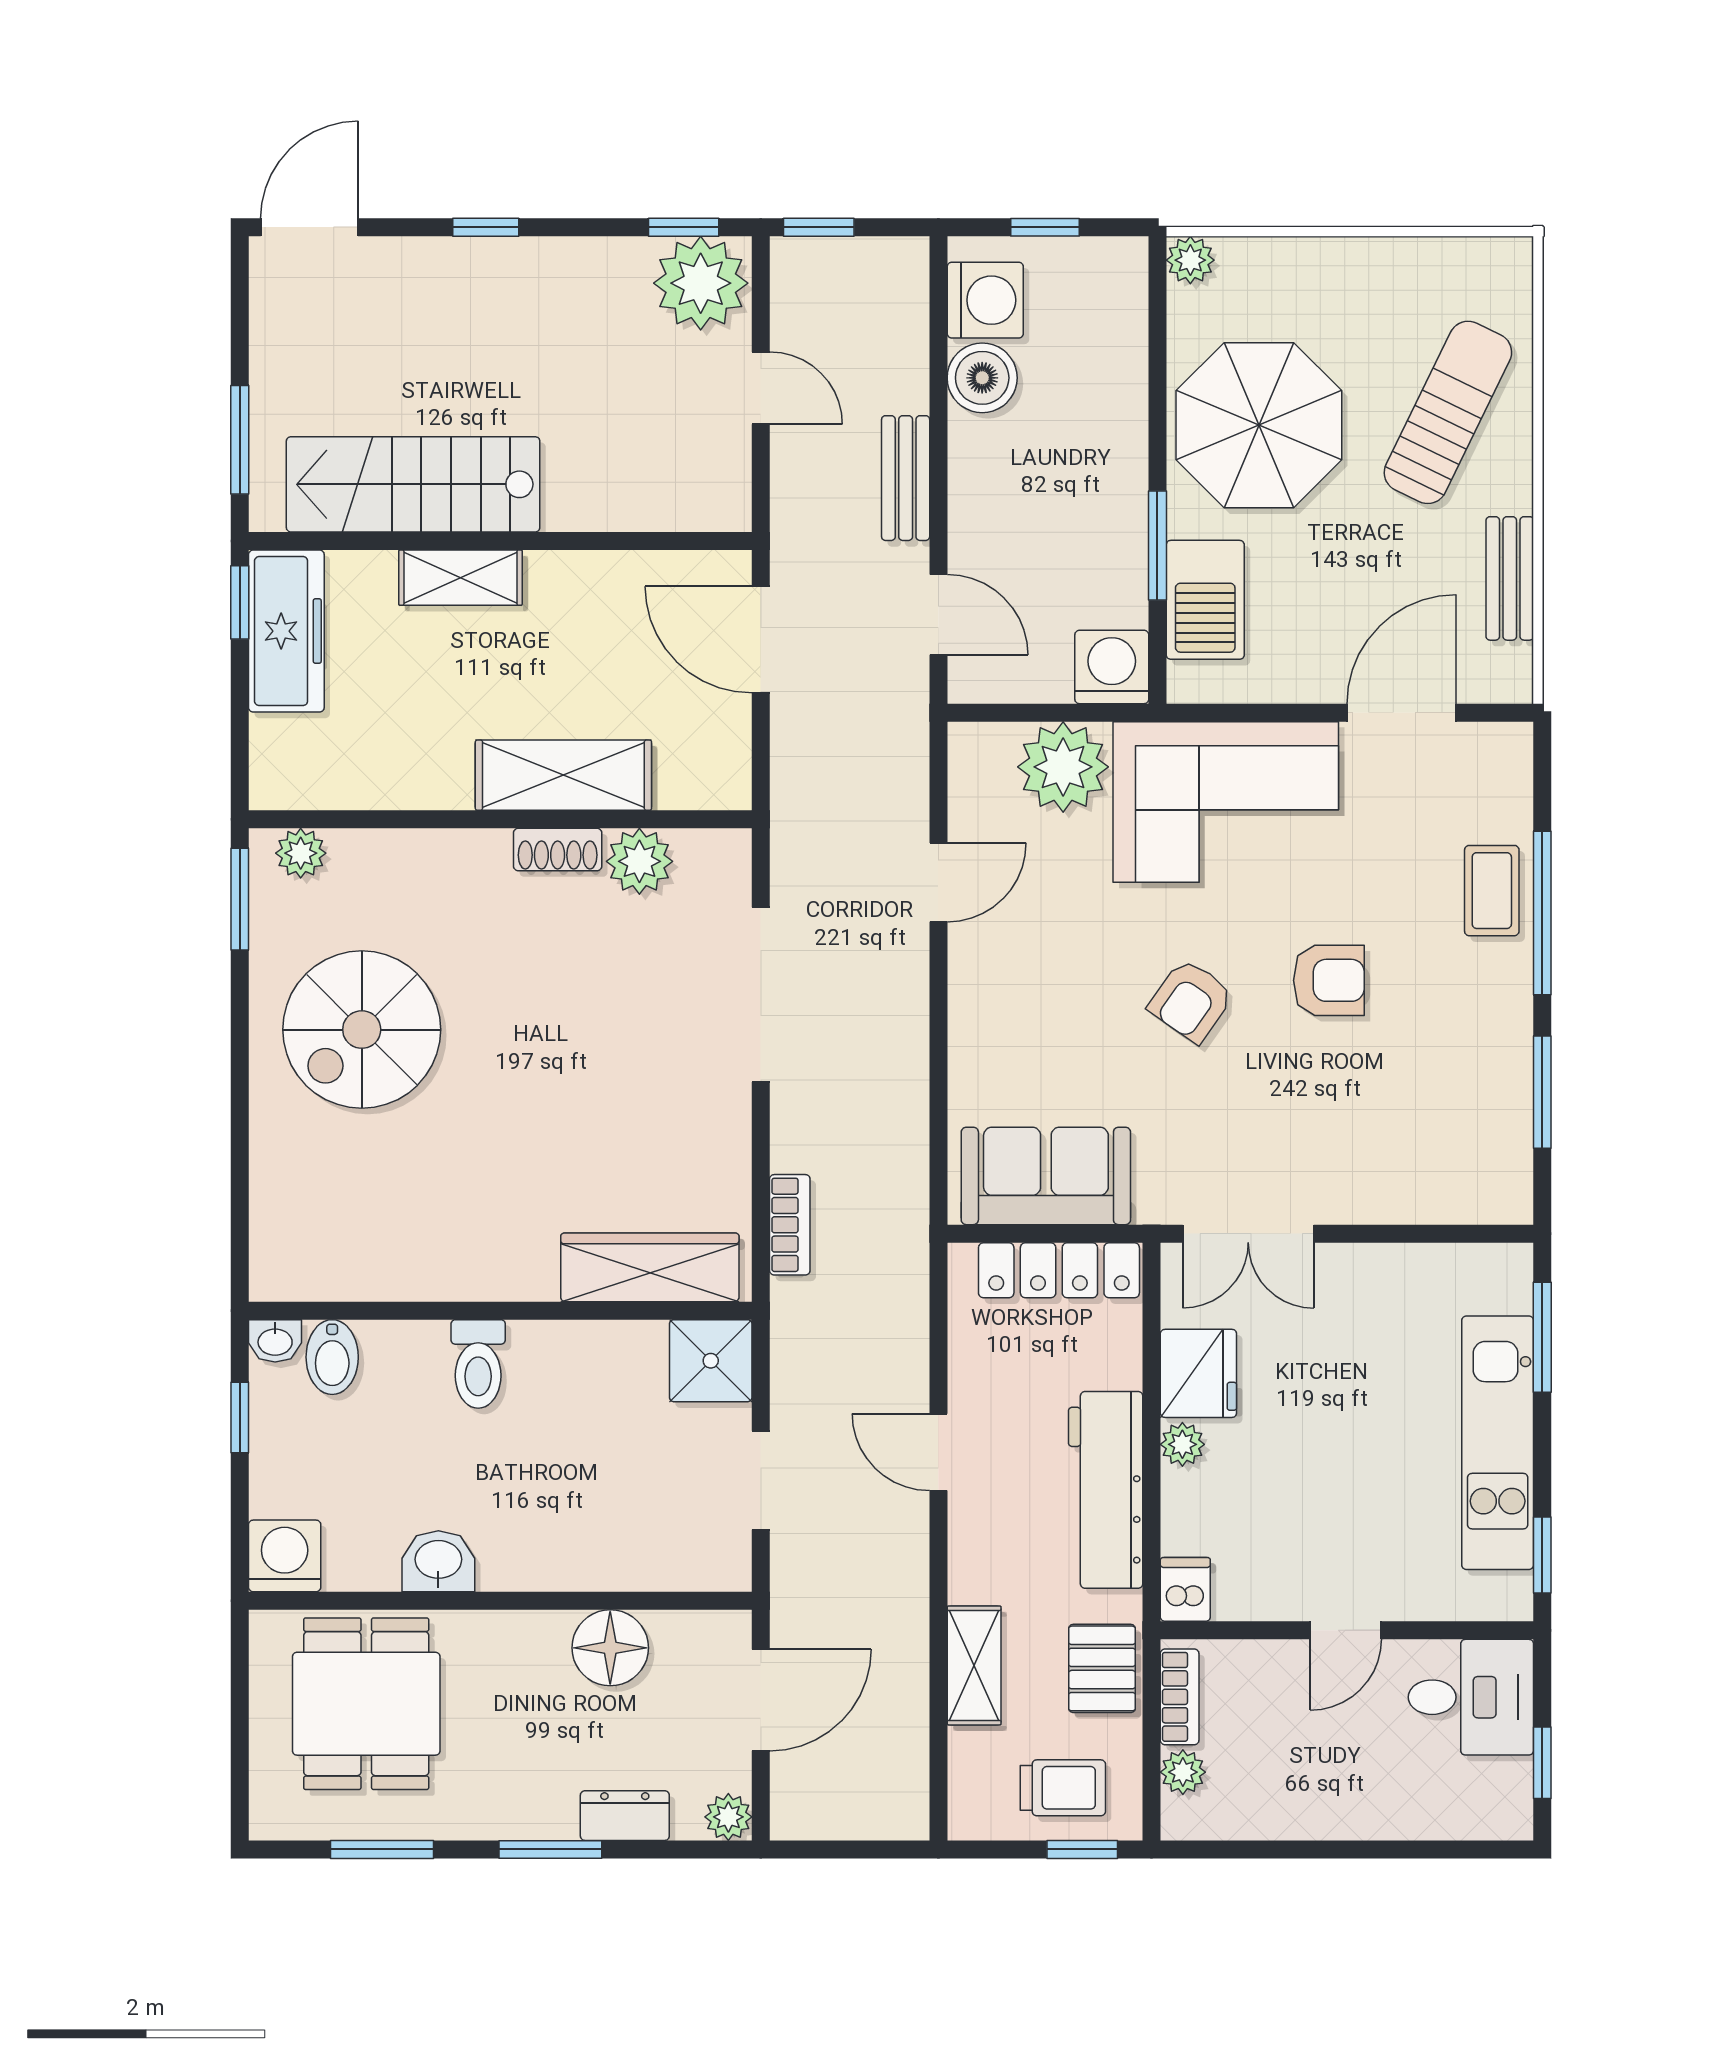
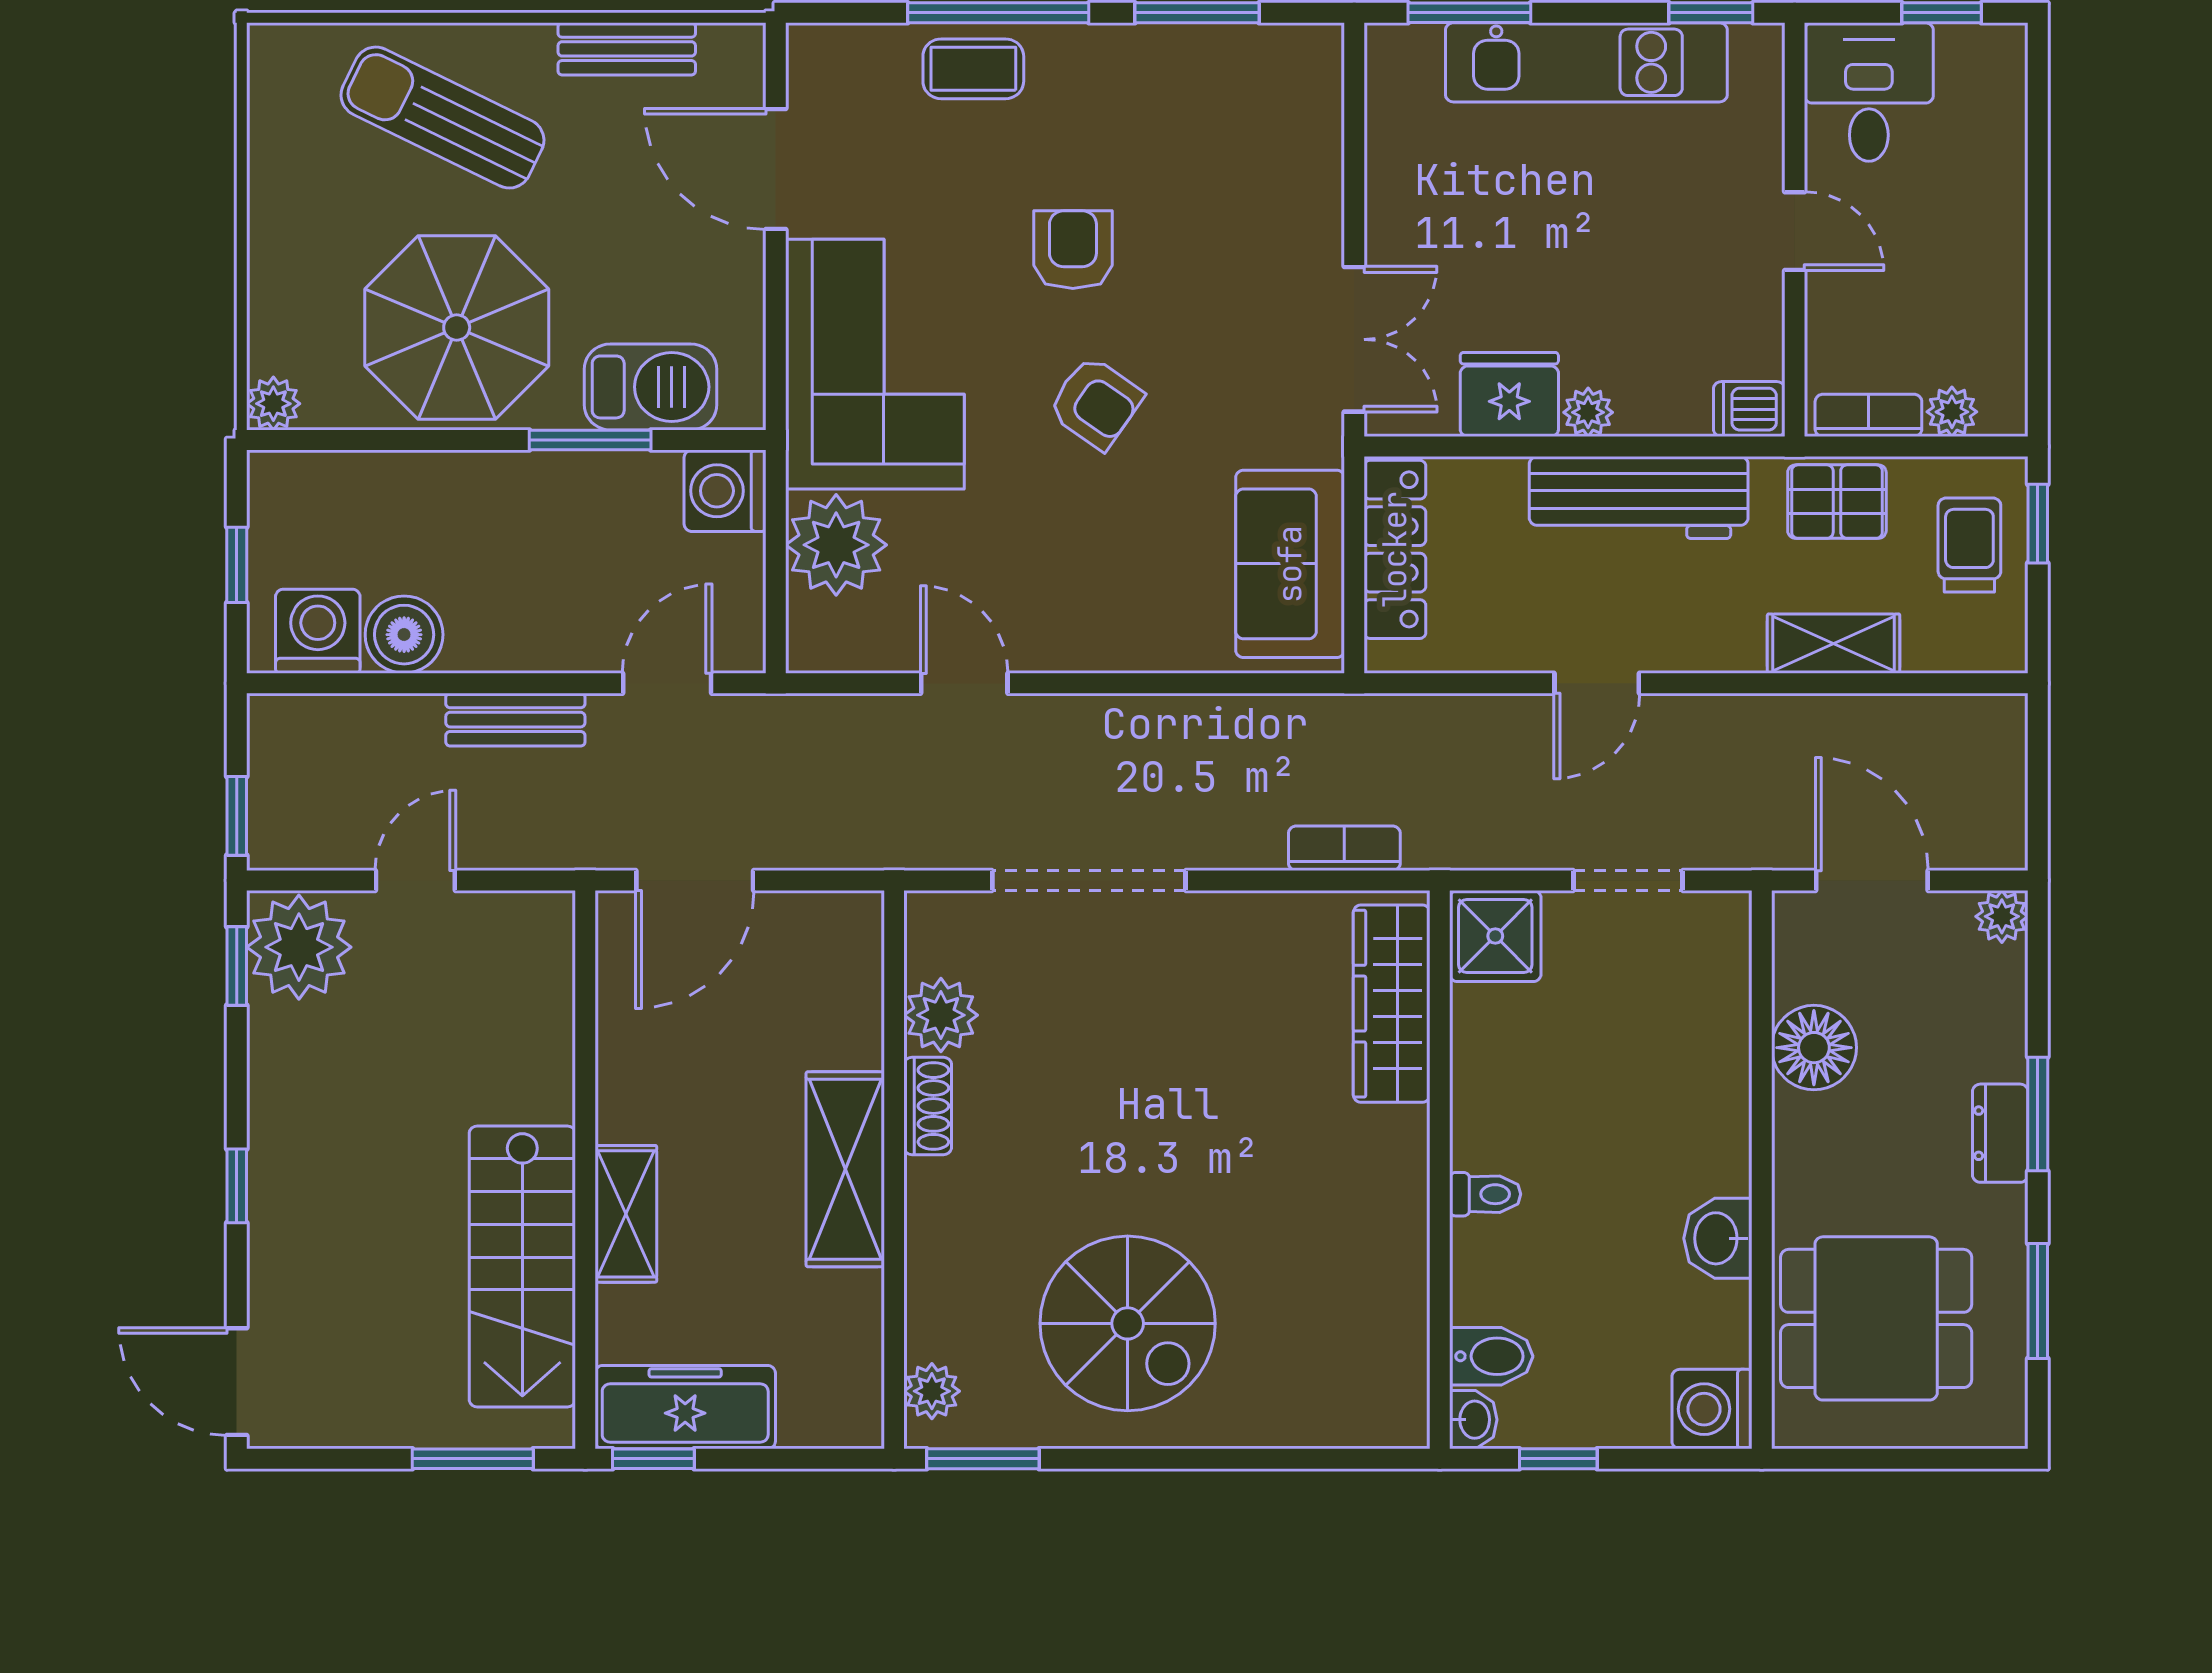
shelving: (563, 775) -> (845, 1169), moved
toilet: (478, 1364) -> (1485, 1194), width x0.73, depth x0.72
dresser: (625, 1816) -> (2000, 1133), moved

